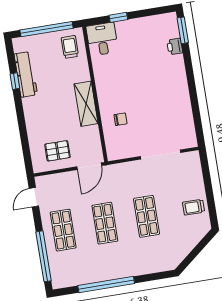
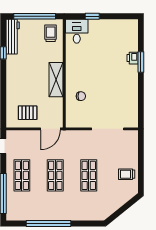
window: (183, 30) -> (141, 62), moved
printer: (175, 46) -> (133, 58), moved
workbench: (26, 74) -> (13, 37), moved

